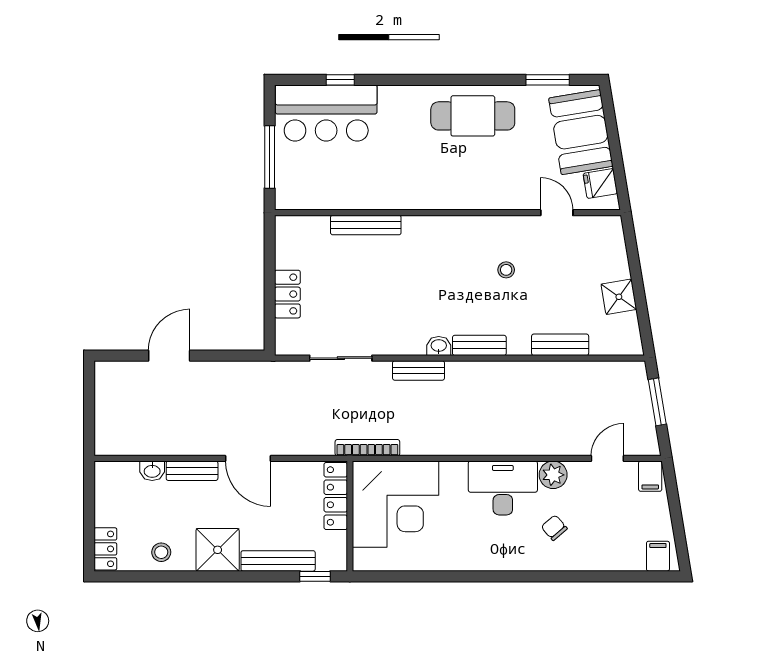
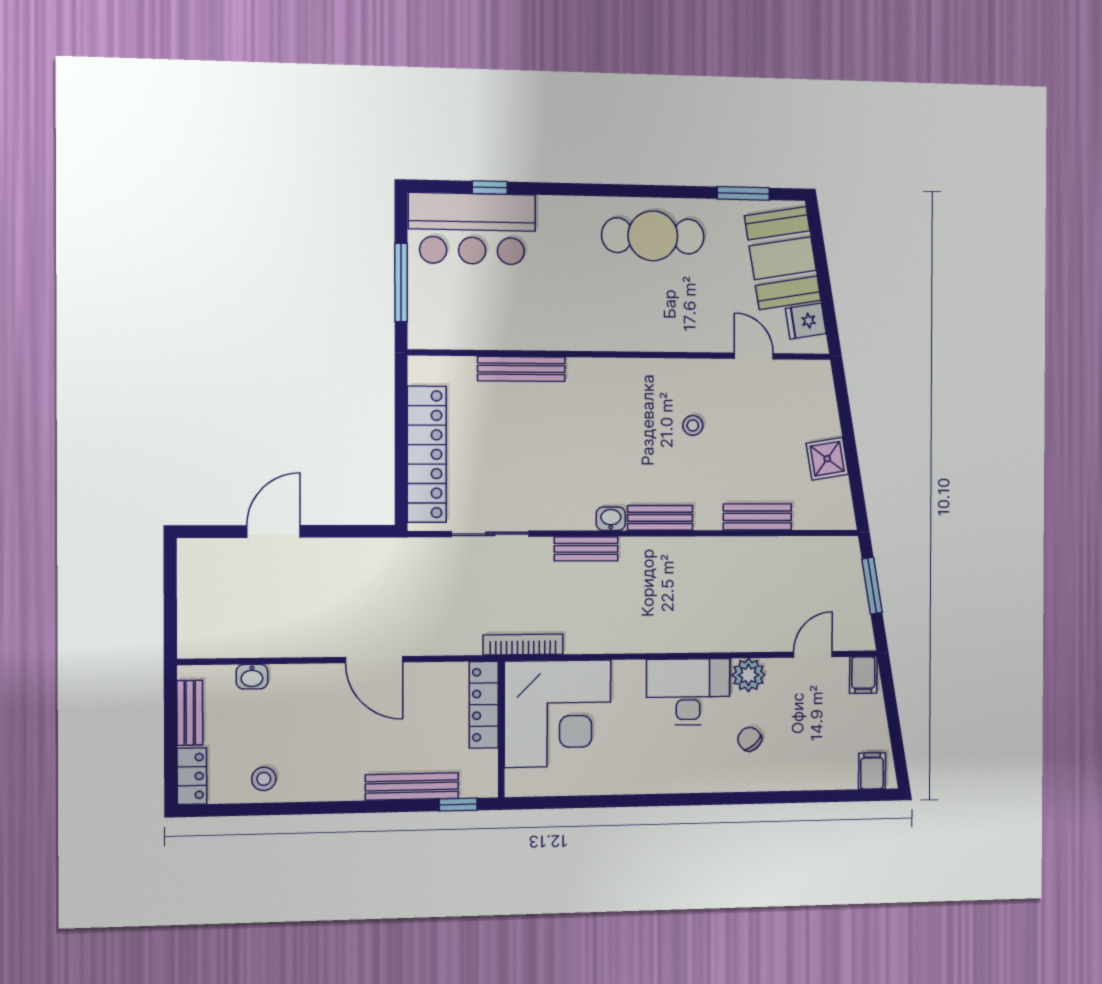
locker: (287, 294) -> (427, 454), width x2.16, depth x1.21
bench: (192, 471) -> (190, 713), moved, turned 90
shower: (218, 550) -> (336, 774), removed

